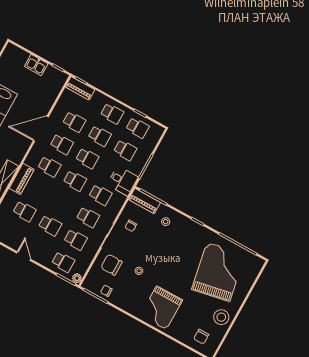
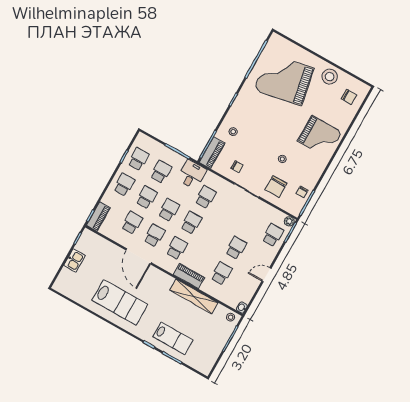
school desk: (88, 217) -> (228, 210), removed
school desk: (76, 240) -> (250, 222), removed

